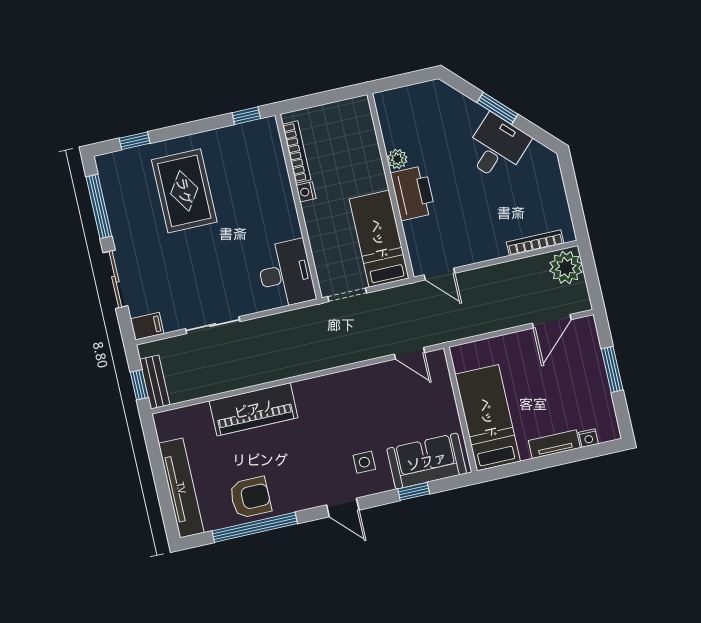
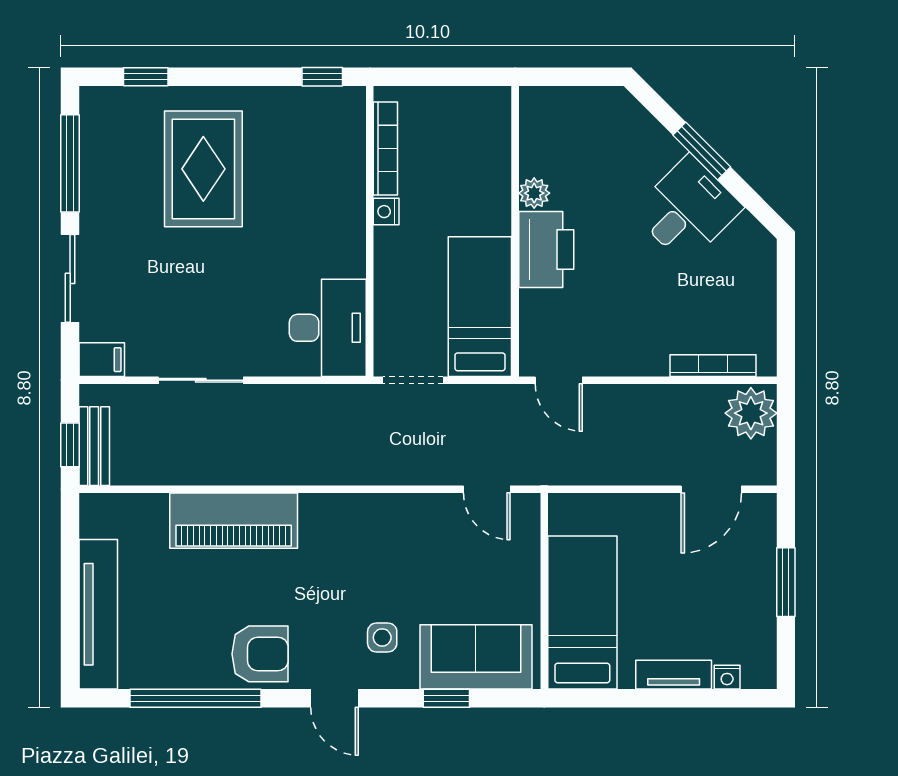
armchair: (250, 497) -> (260, 654), moved

